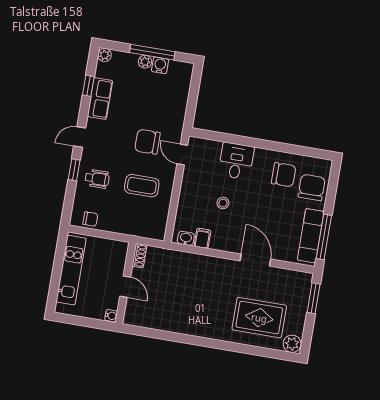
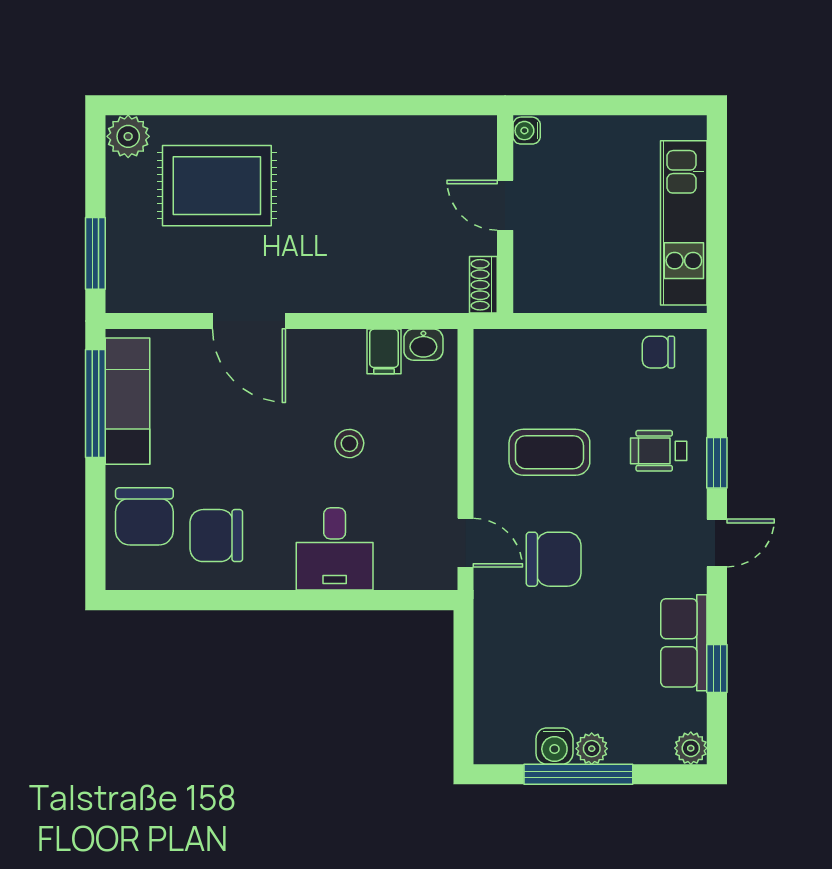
shoe rack: (139, 256) -> (483, 285), moved
wall: (126, 283) -> (505, 214), moved
door: (125, 287) -> (505, 205), moved
water cooler: (111, 316) -> (527, 131), moved

